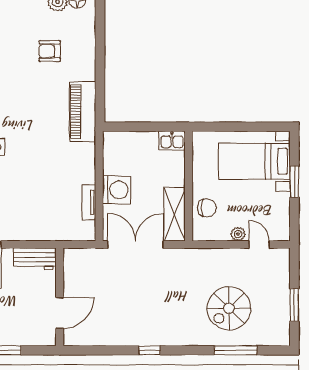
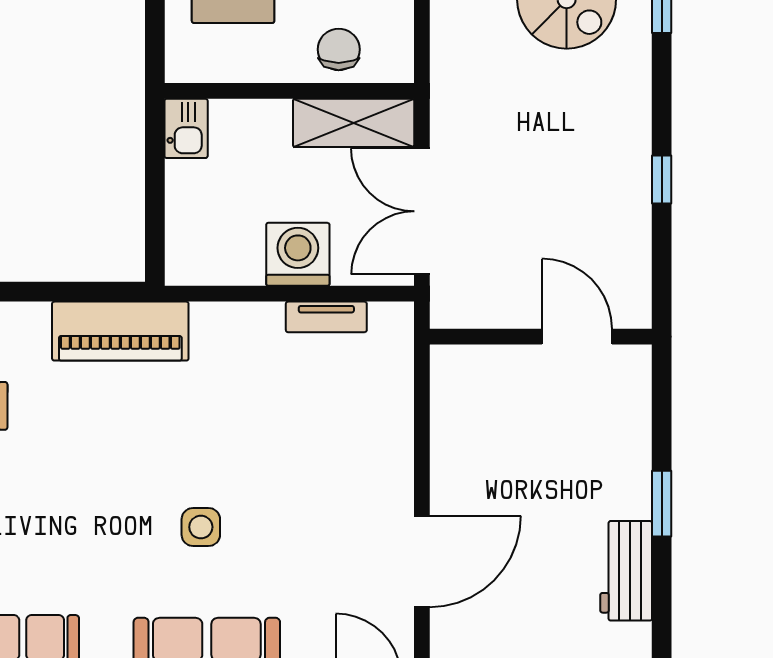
workbench: (35, 259) -> (455, 439), removed
wall: (60, 297) -> (541, 337), moved
door: (60, 313) -> (577, 337), moved

